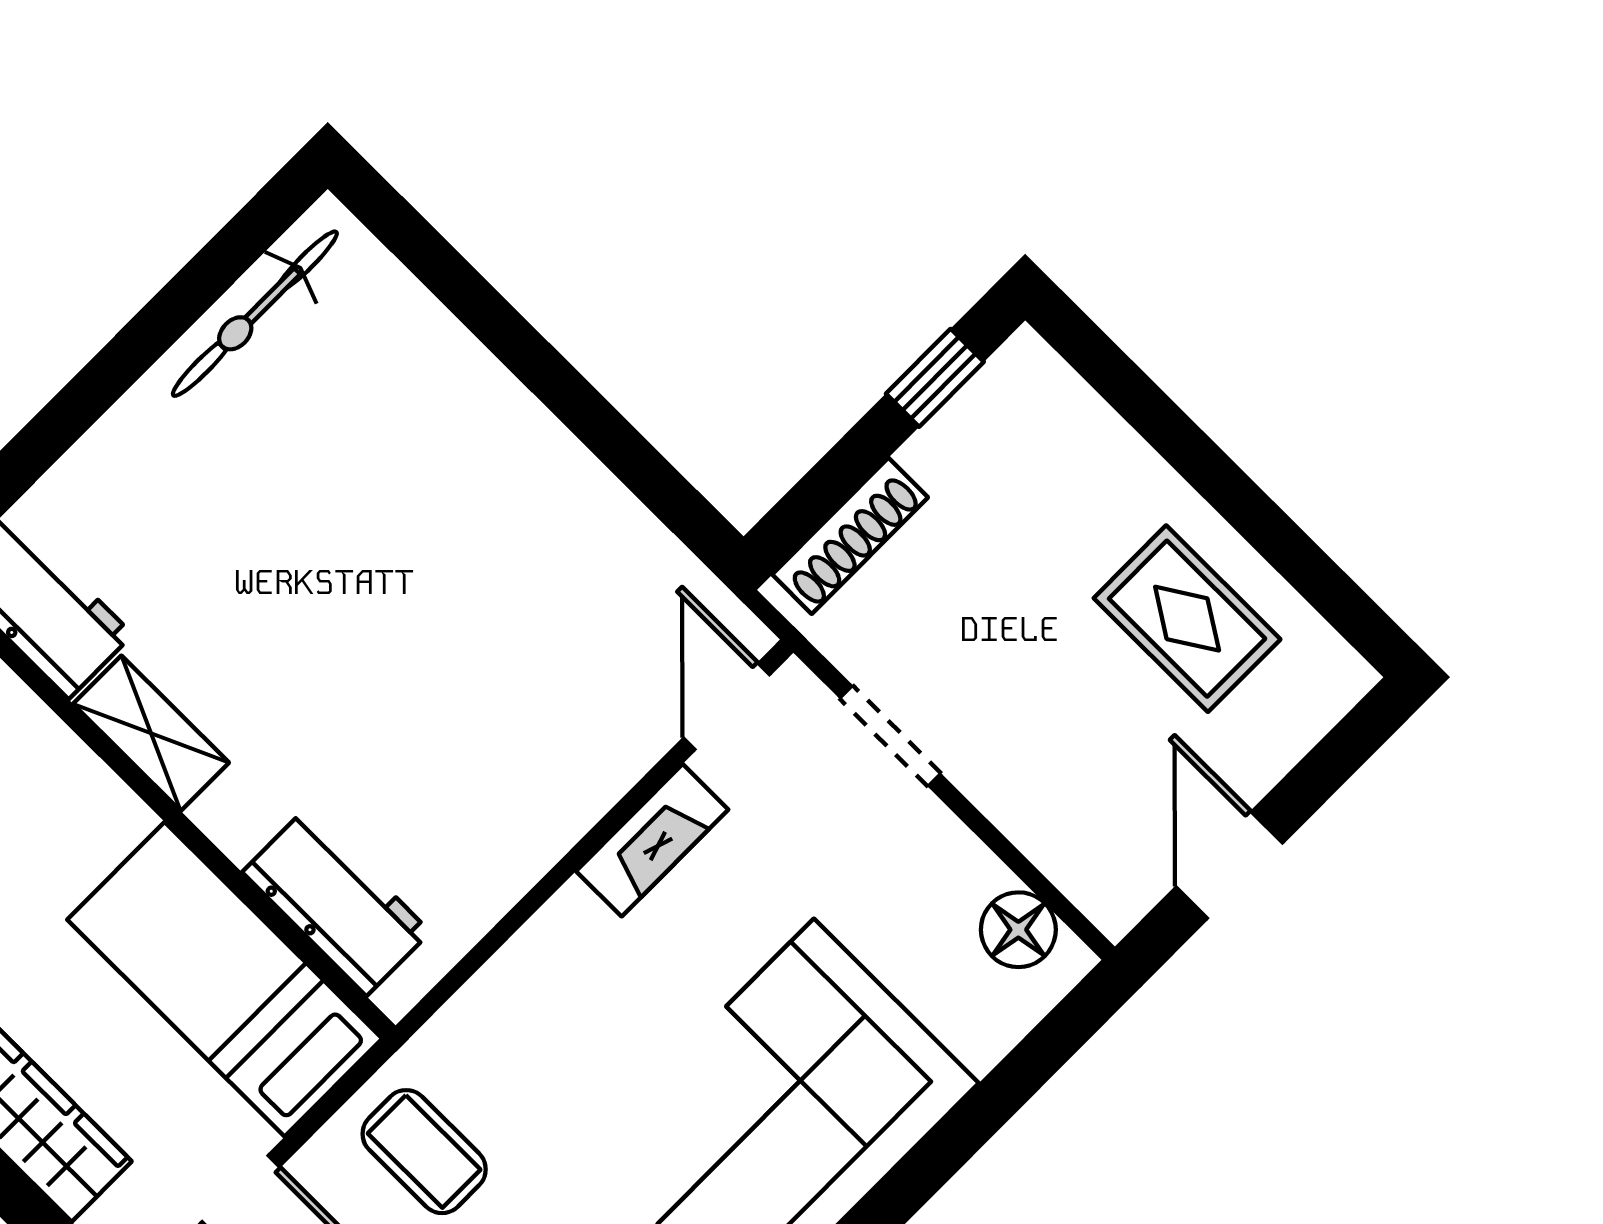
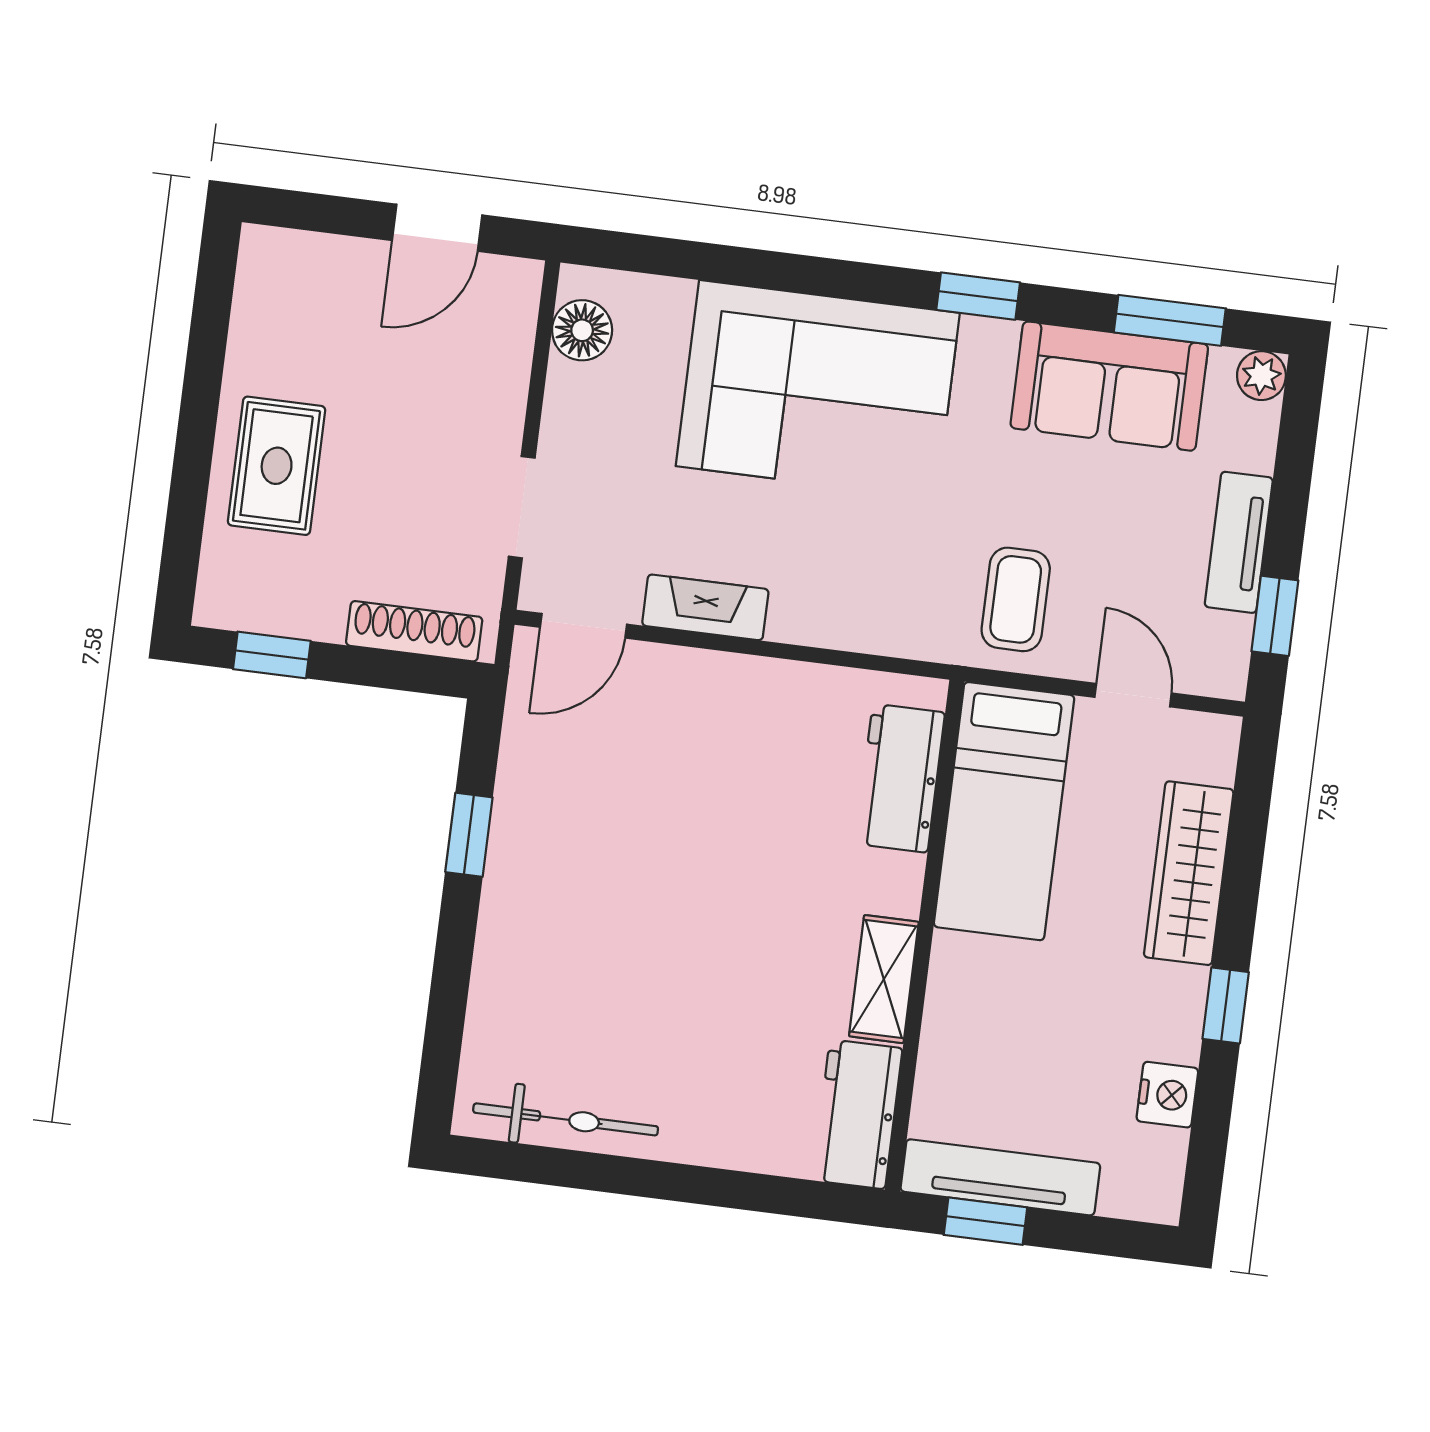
window: (608, 435) -> (469, 835), added
rug: (1187, 619) -> (277, 466), moved

